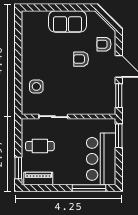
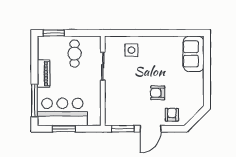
sofa: (68, 21) -> (194, 54), moved
armchair: (81, 59) -> (158, 93), turned -90
window: (119, 136) -> (64, 129), moved
piano: (38, 179) -> (44, 74), moved

